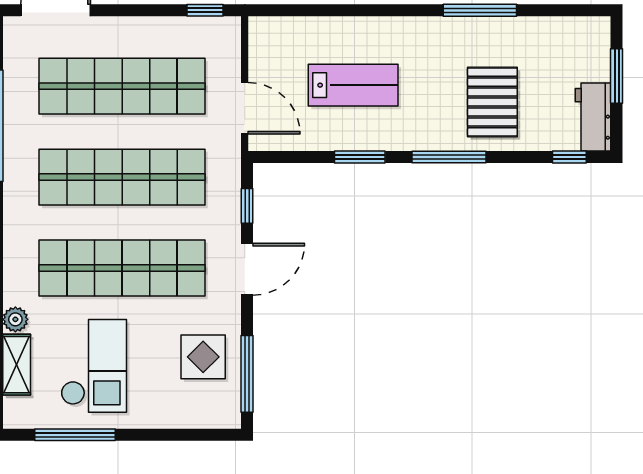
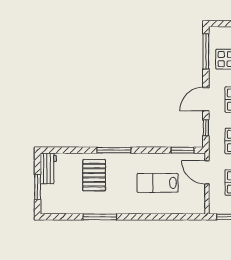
window: (360, 157) -> (183, 150), moved
window: (569, 157) -> (59, 150), removed

